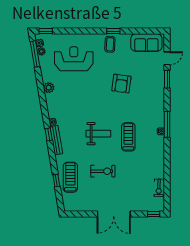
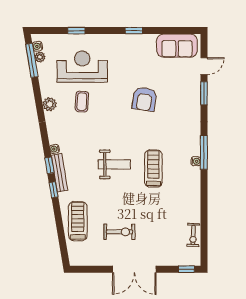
window: (46, 31) -> (76, 31), moved
coffee table: (110, 44) -> (82, 102), moved
exercise bike: (103, 171) -> (119, 232), moved
window: (56, 181) -> (54, 190), moved

